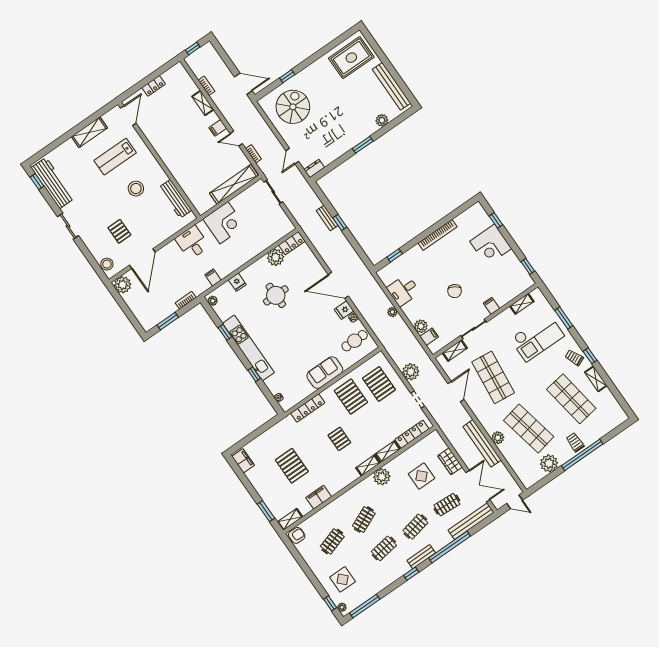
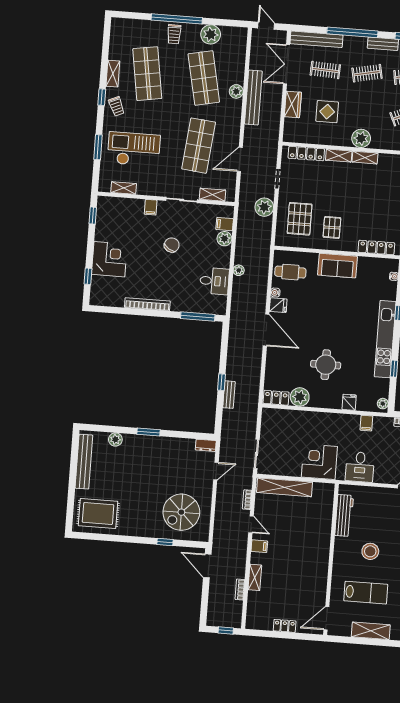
window: (395, 255) -> (198, 317), width x2.17
pallet: (351, 397) -> (332, 227), width x0.67, depth x0.71
pallet: (339, 439) -> (371, 200), removed

